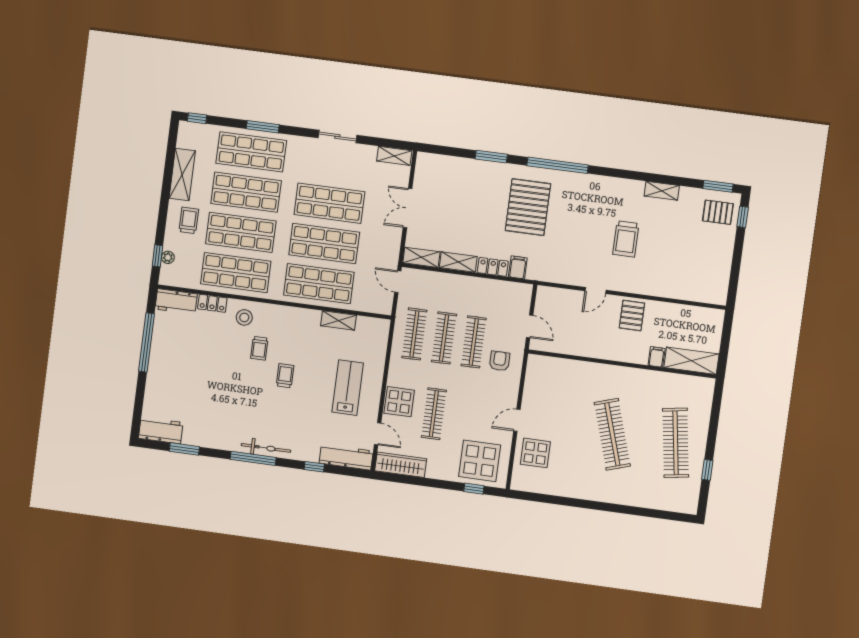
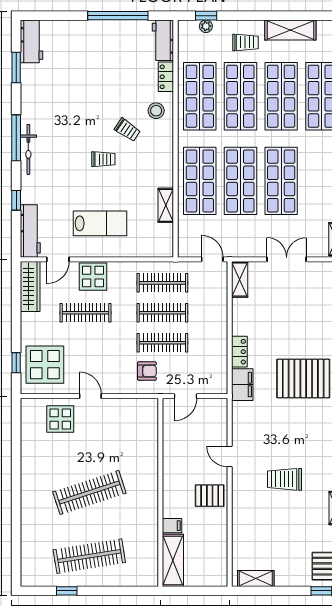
shelving: (458, 262) -> (256, 579), moved, turned 90
filing cabinet: (518, 267) -> (242, 385), width x2.00
door: (398, 282) -> (212, 259), hinge flipped
trolley: (259, 348) -> (127, 130), turned -146

